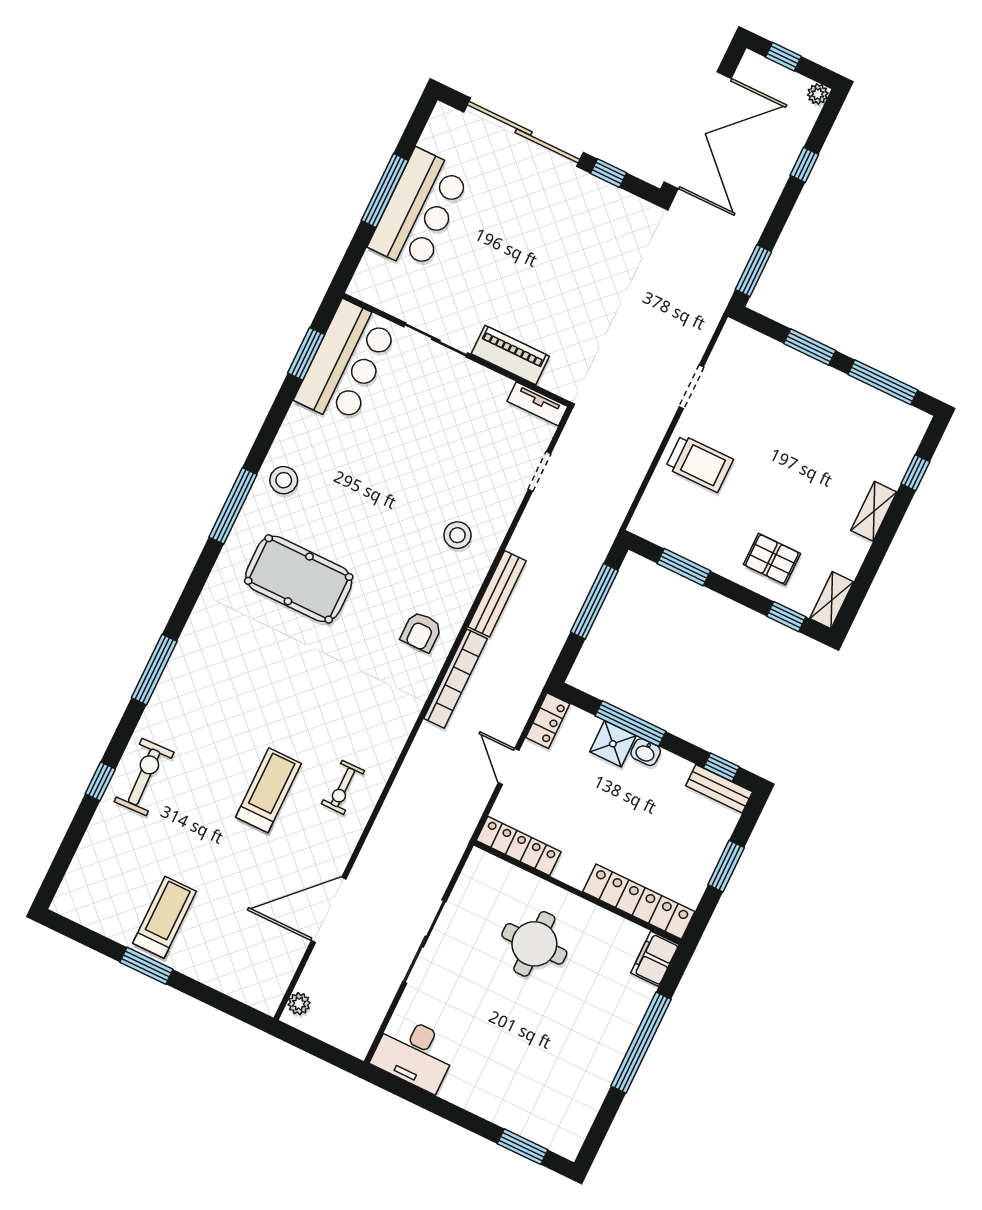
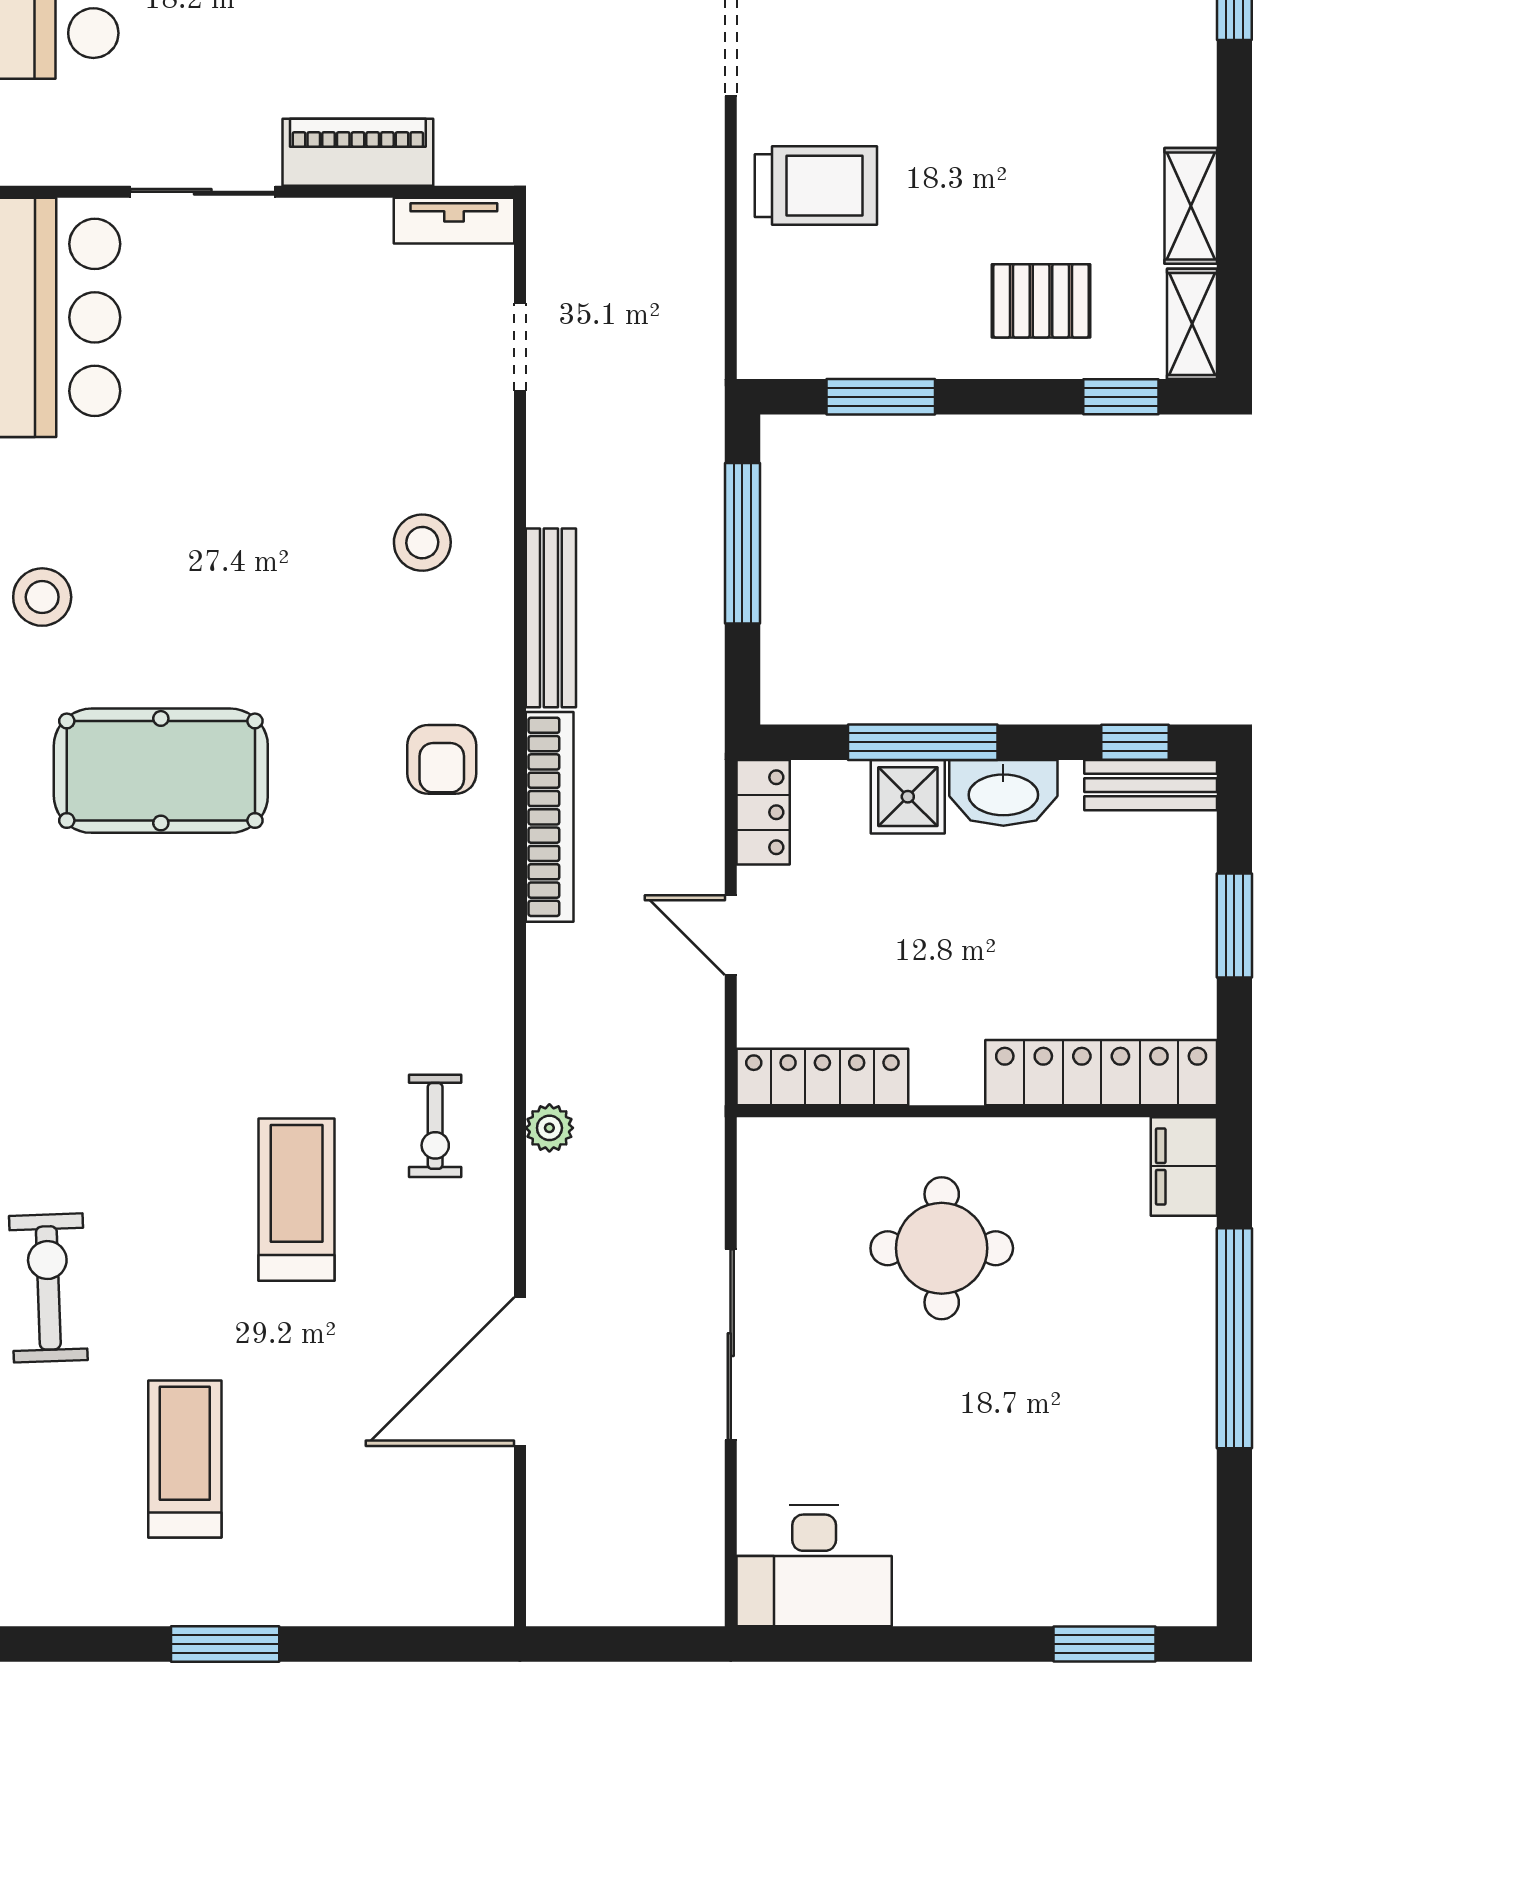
shelving: (874, 511) -> (1191, 206), moved
washbasin: (646, 752) -> (1003, 793), width x1.91, depth x1.45
treadmill: (165, 917) -> (185, 1459), moved
plant: (299, 1004) -> (549, 1128), moved

